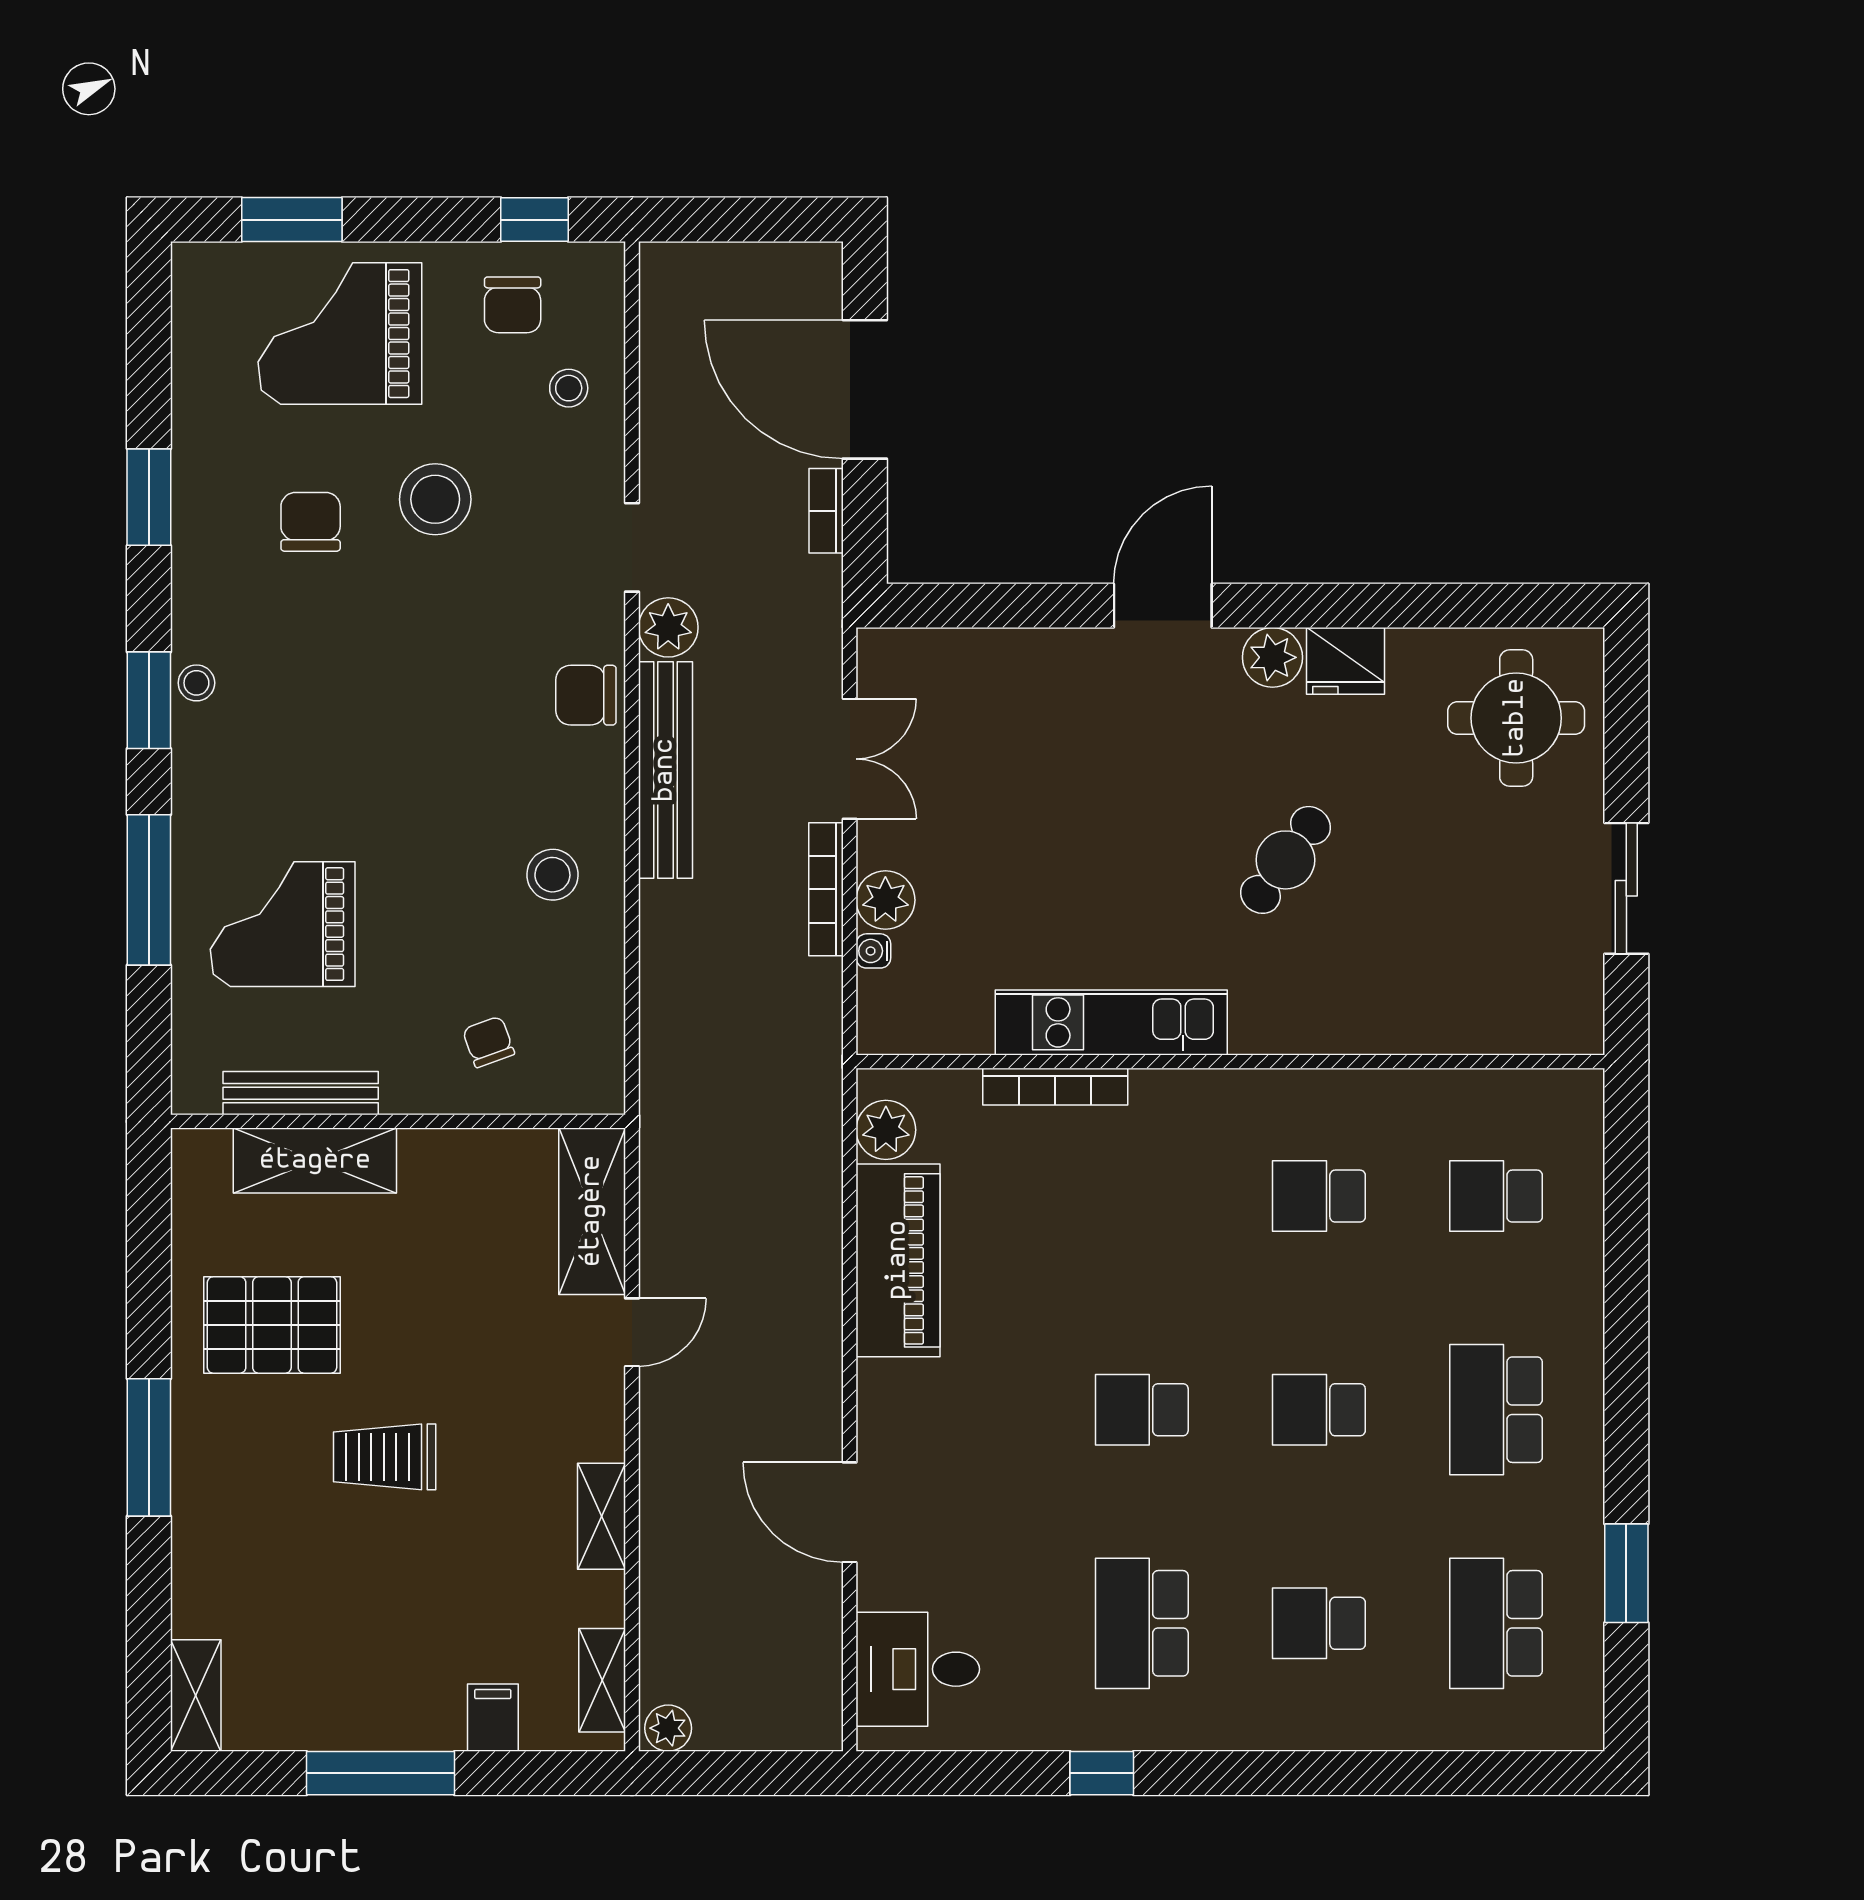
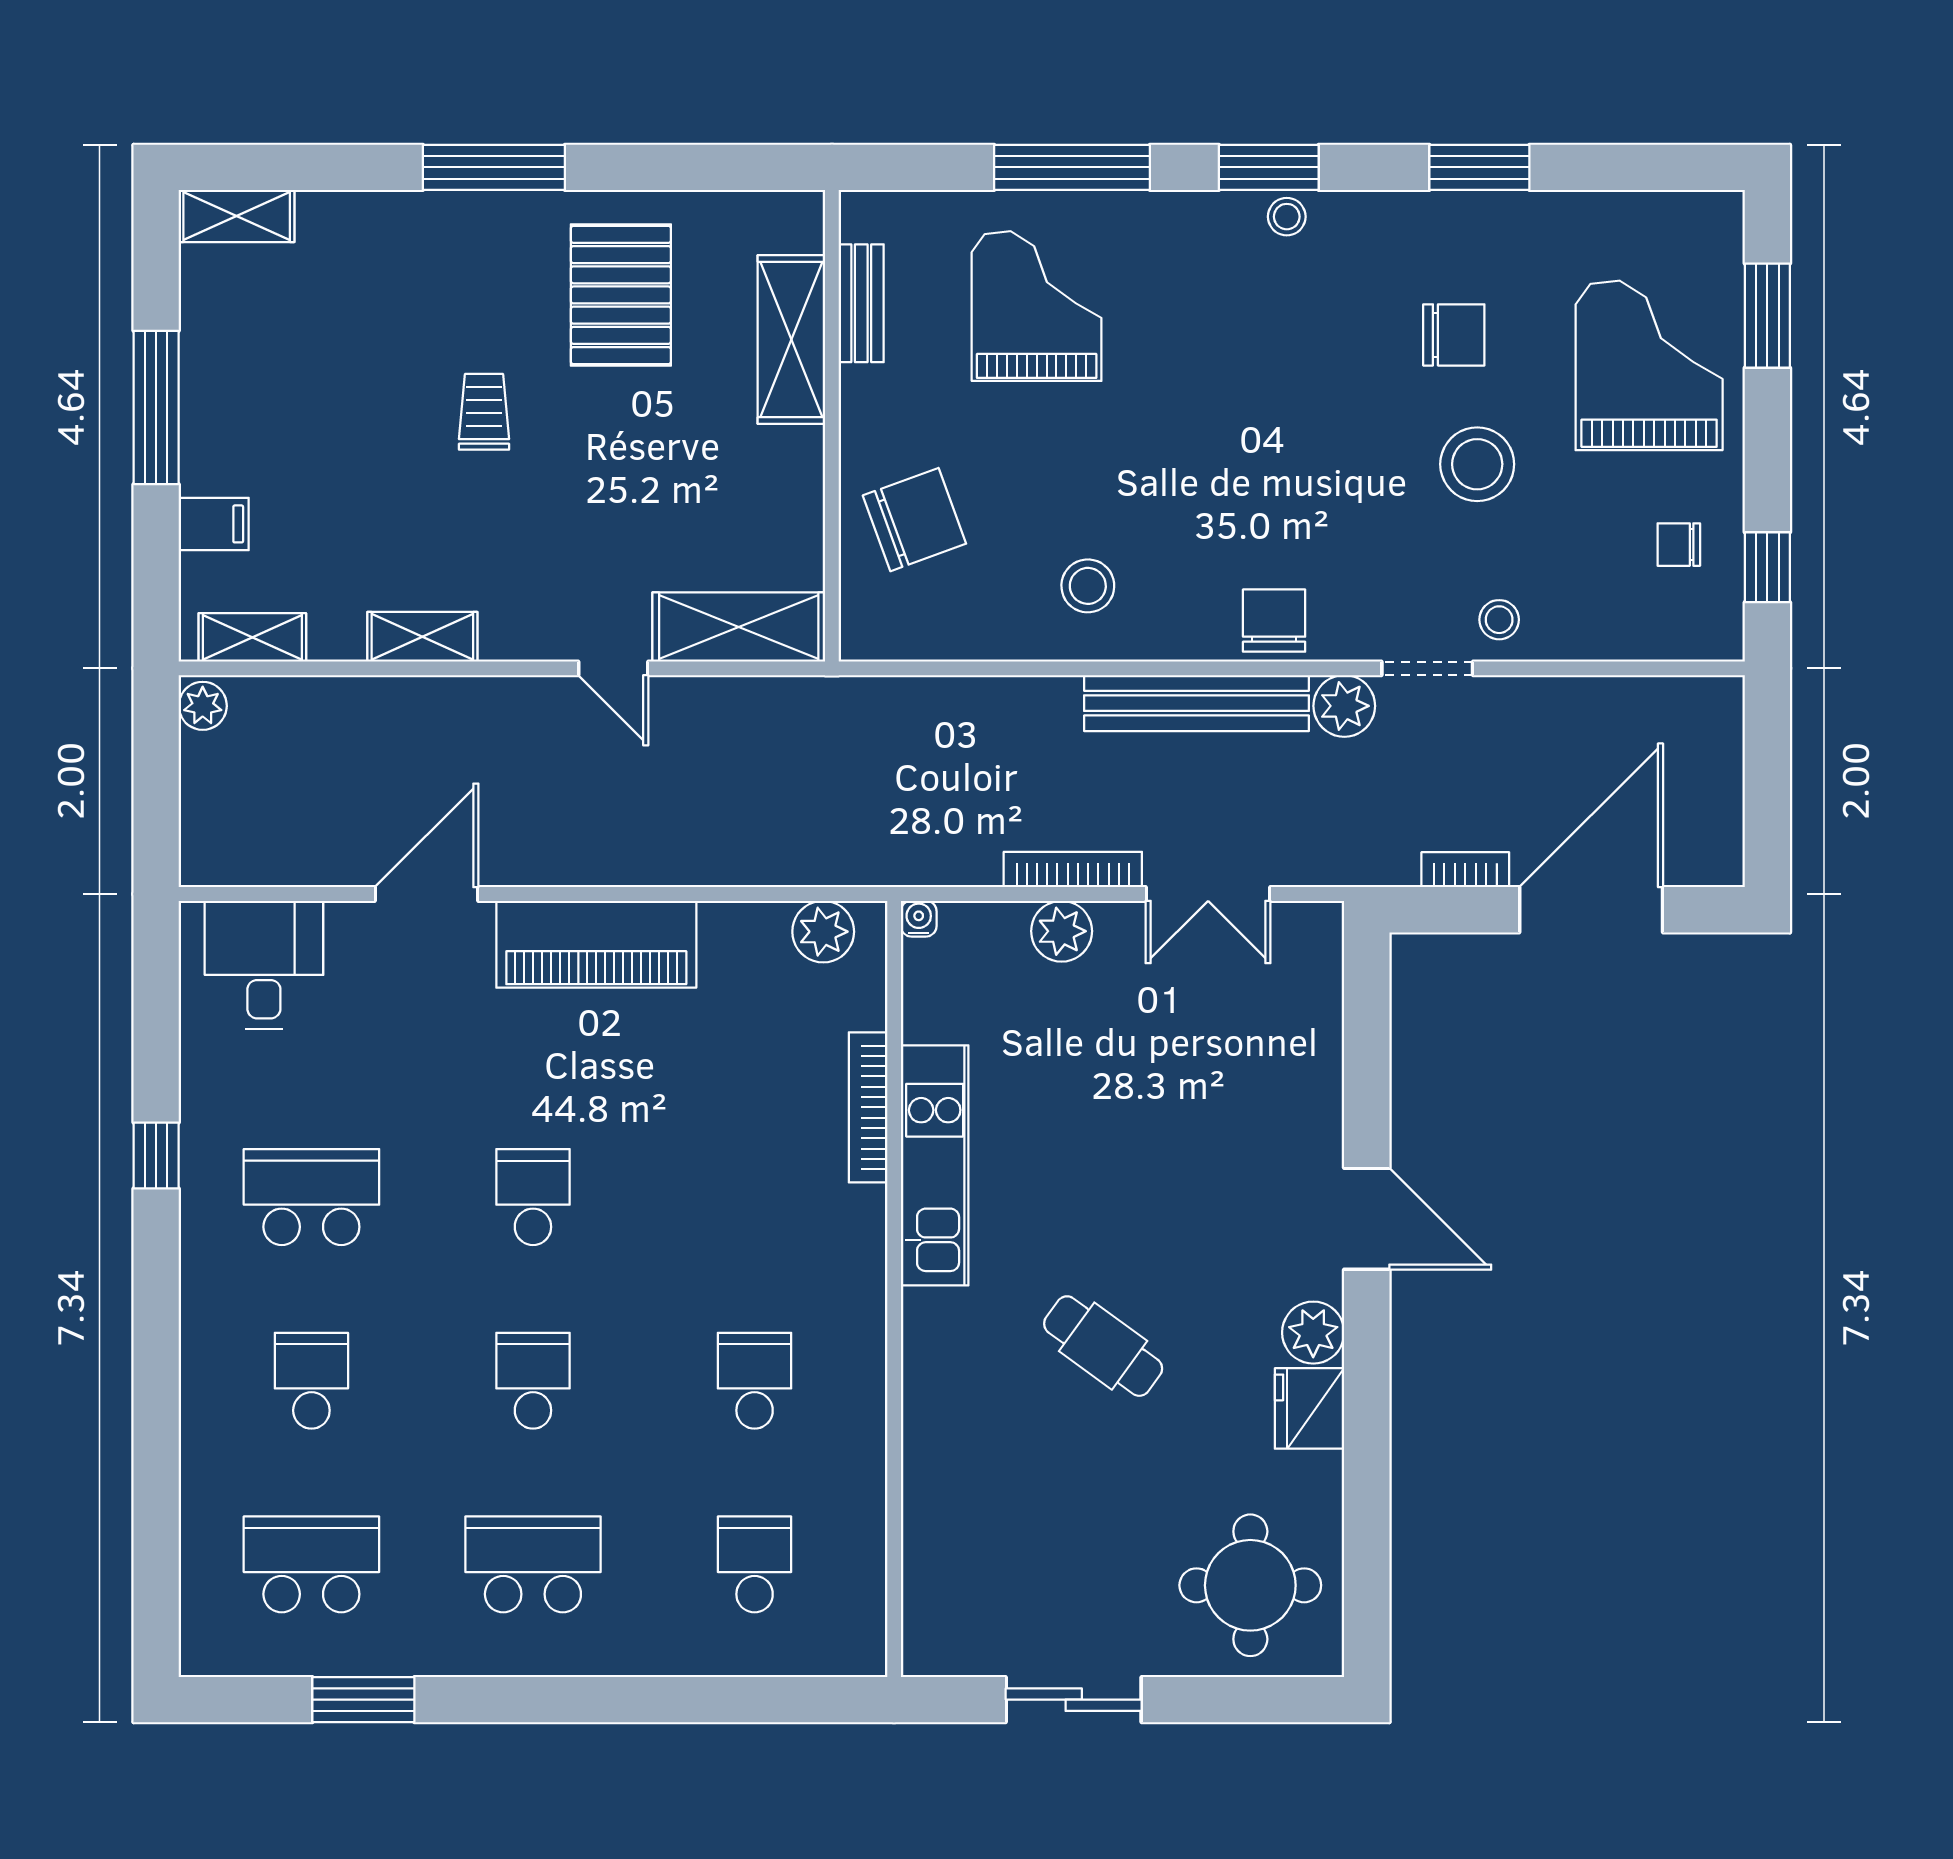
chair: (513, 305) -> (1679, 545), width x0.73, depth x0.73
stool: (569, 388) -> (1499, 620), moved
water cooler: (873, 951) -> (919, 919), moved
chair: (489, 1042) -> (914, 520), width x1.87, depth x1.87
bench: (301, 1093) -> (861, 303), width x0.73
piano: (898, 1260) -> (596, 944), moved
trolley: (385, 1457) -> (484, 412), width x0.73, depth x0.72

